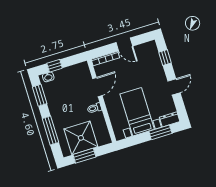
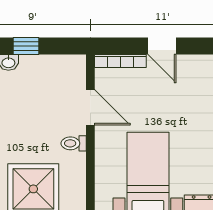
door: (97, 87) -> (90, 107), hinge flipped

